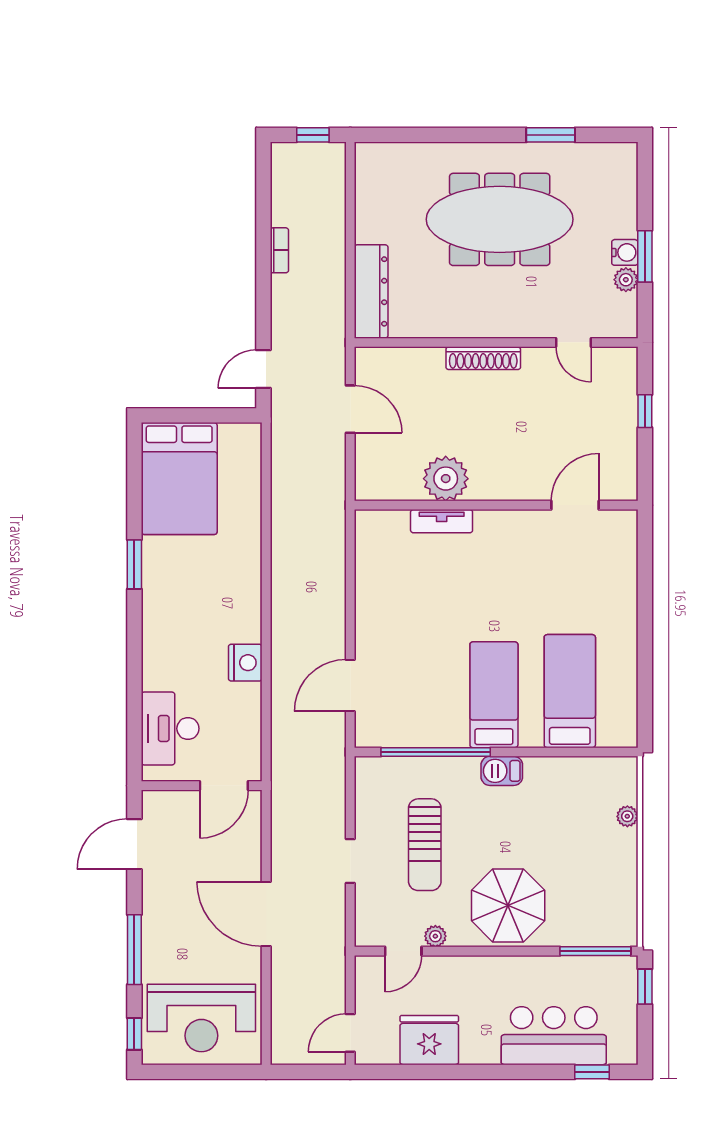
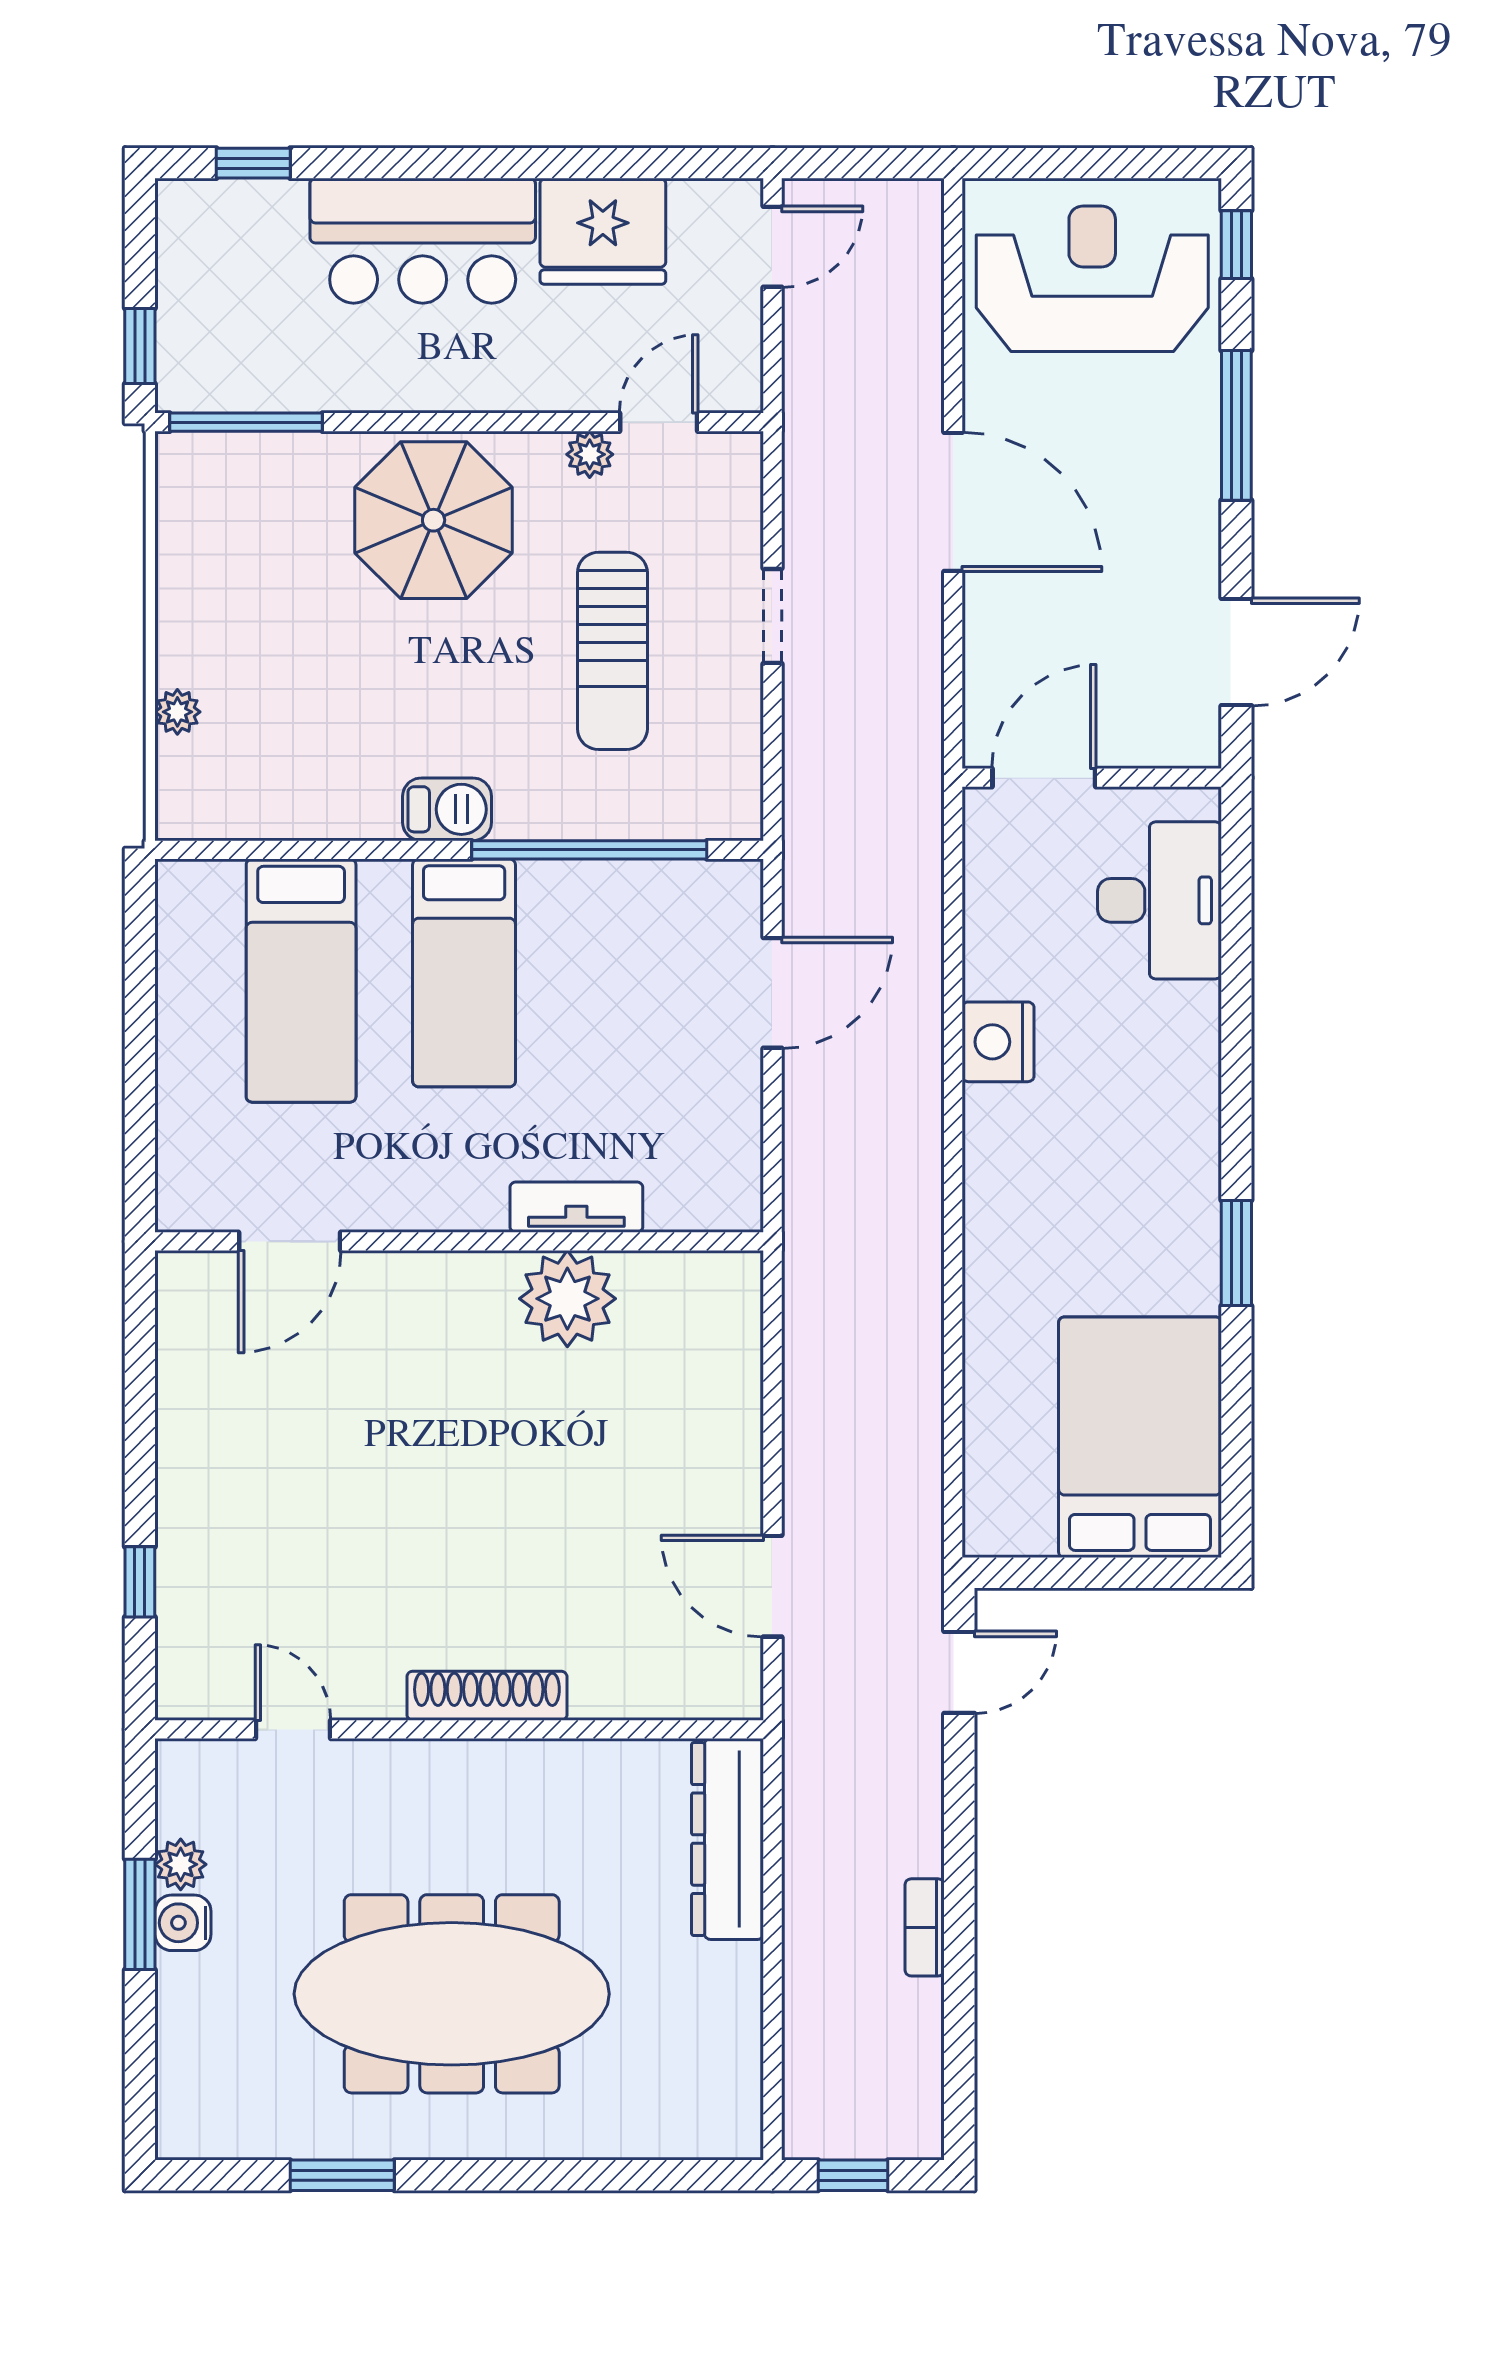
plant: (446, 479) -> (567, 1299), moved
wall: (496, 505) -> (459, 1241), moved
door: (575, 505) -> (290, 1241), moved
tv unit: (442, 521) -> (576, 1207), moved
sun lounger: (425, 845) -> (612, 651), turned 180
bar counter: (554, 1036) -> (423, 241), moved

